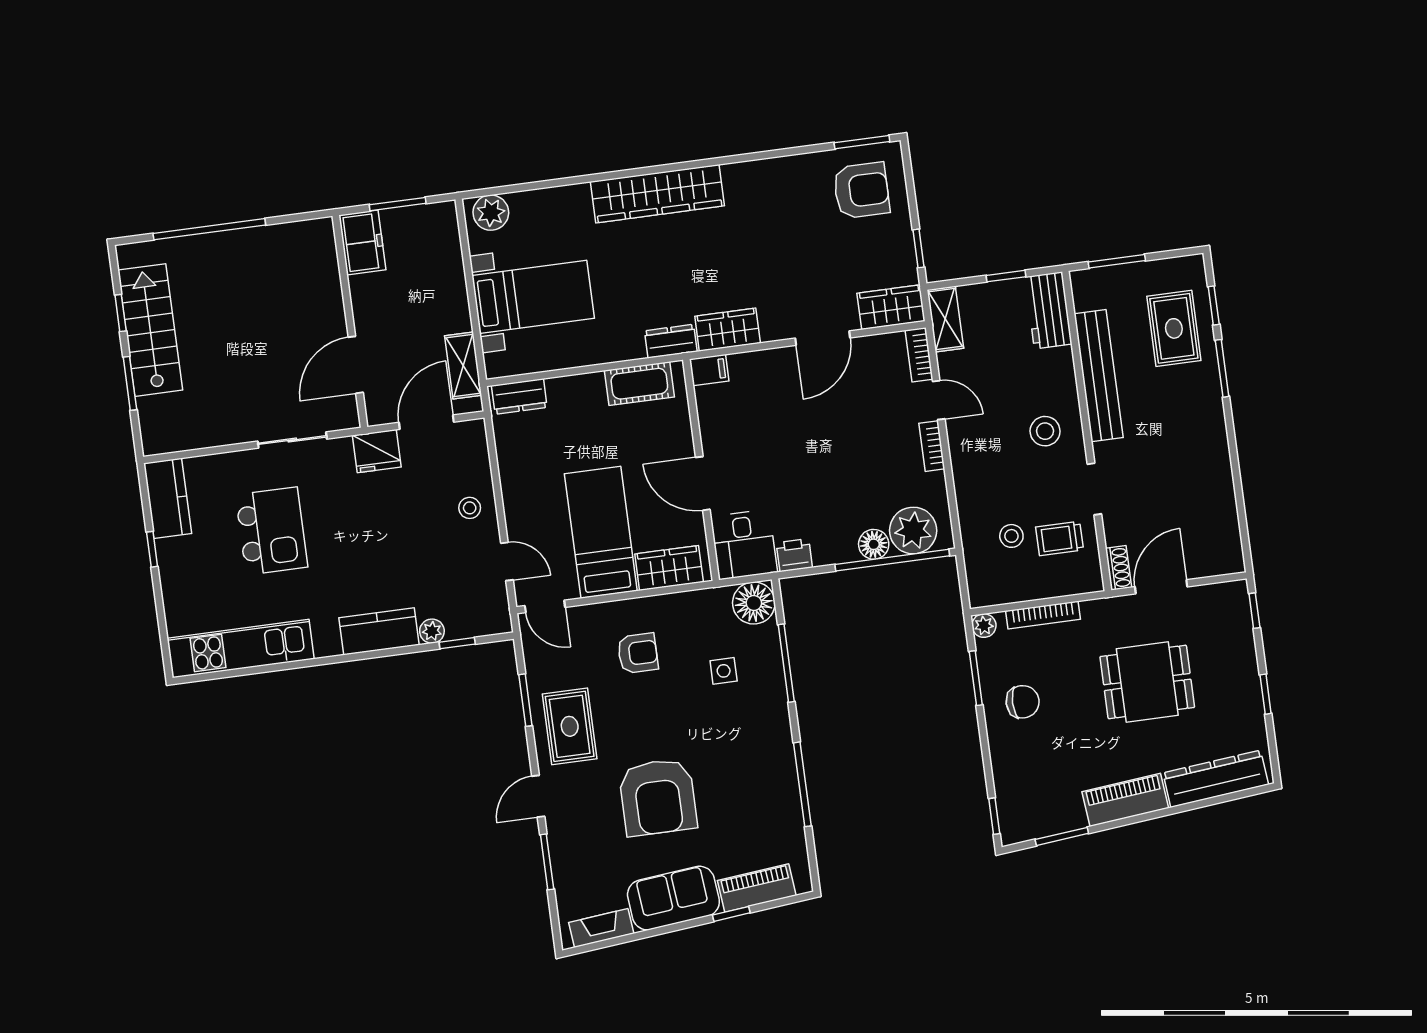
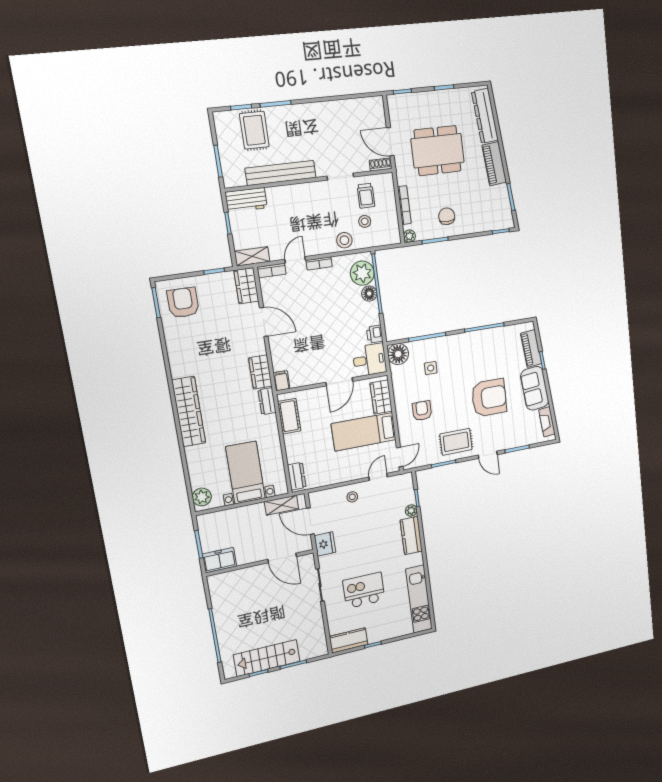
rug: (1174, 328) -> (254, 130), turned 90
stool: (1045, 431) -> (344, 240), moved
dining table: (1147, 682) -> (438, 151), width x1.38

